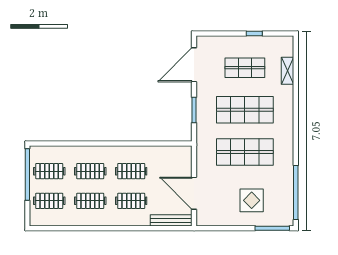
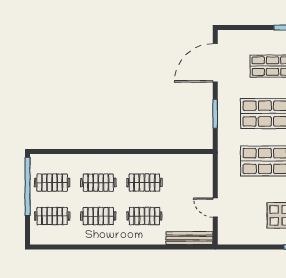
door: (194, 193) -> (215, 207), width x0.53

